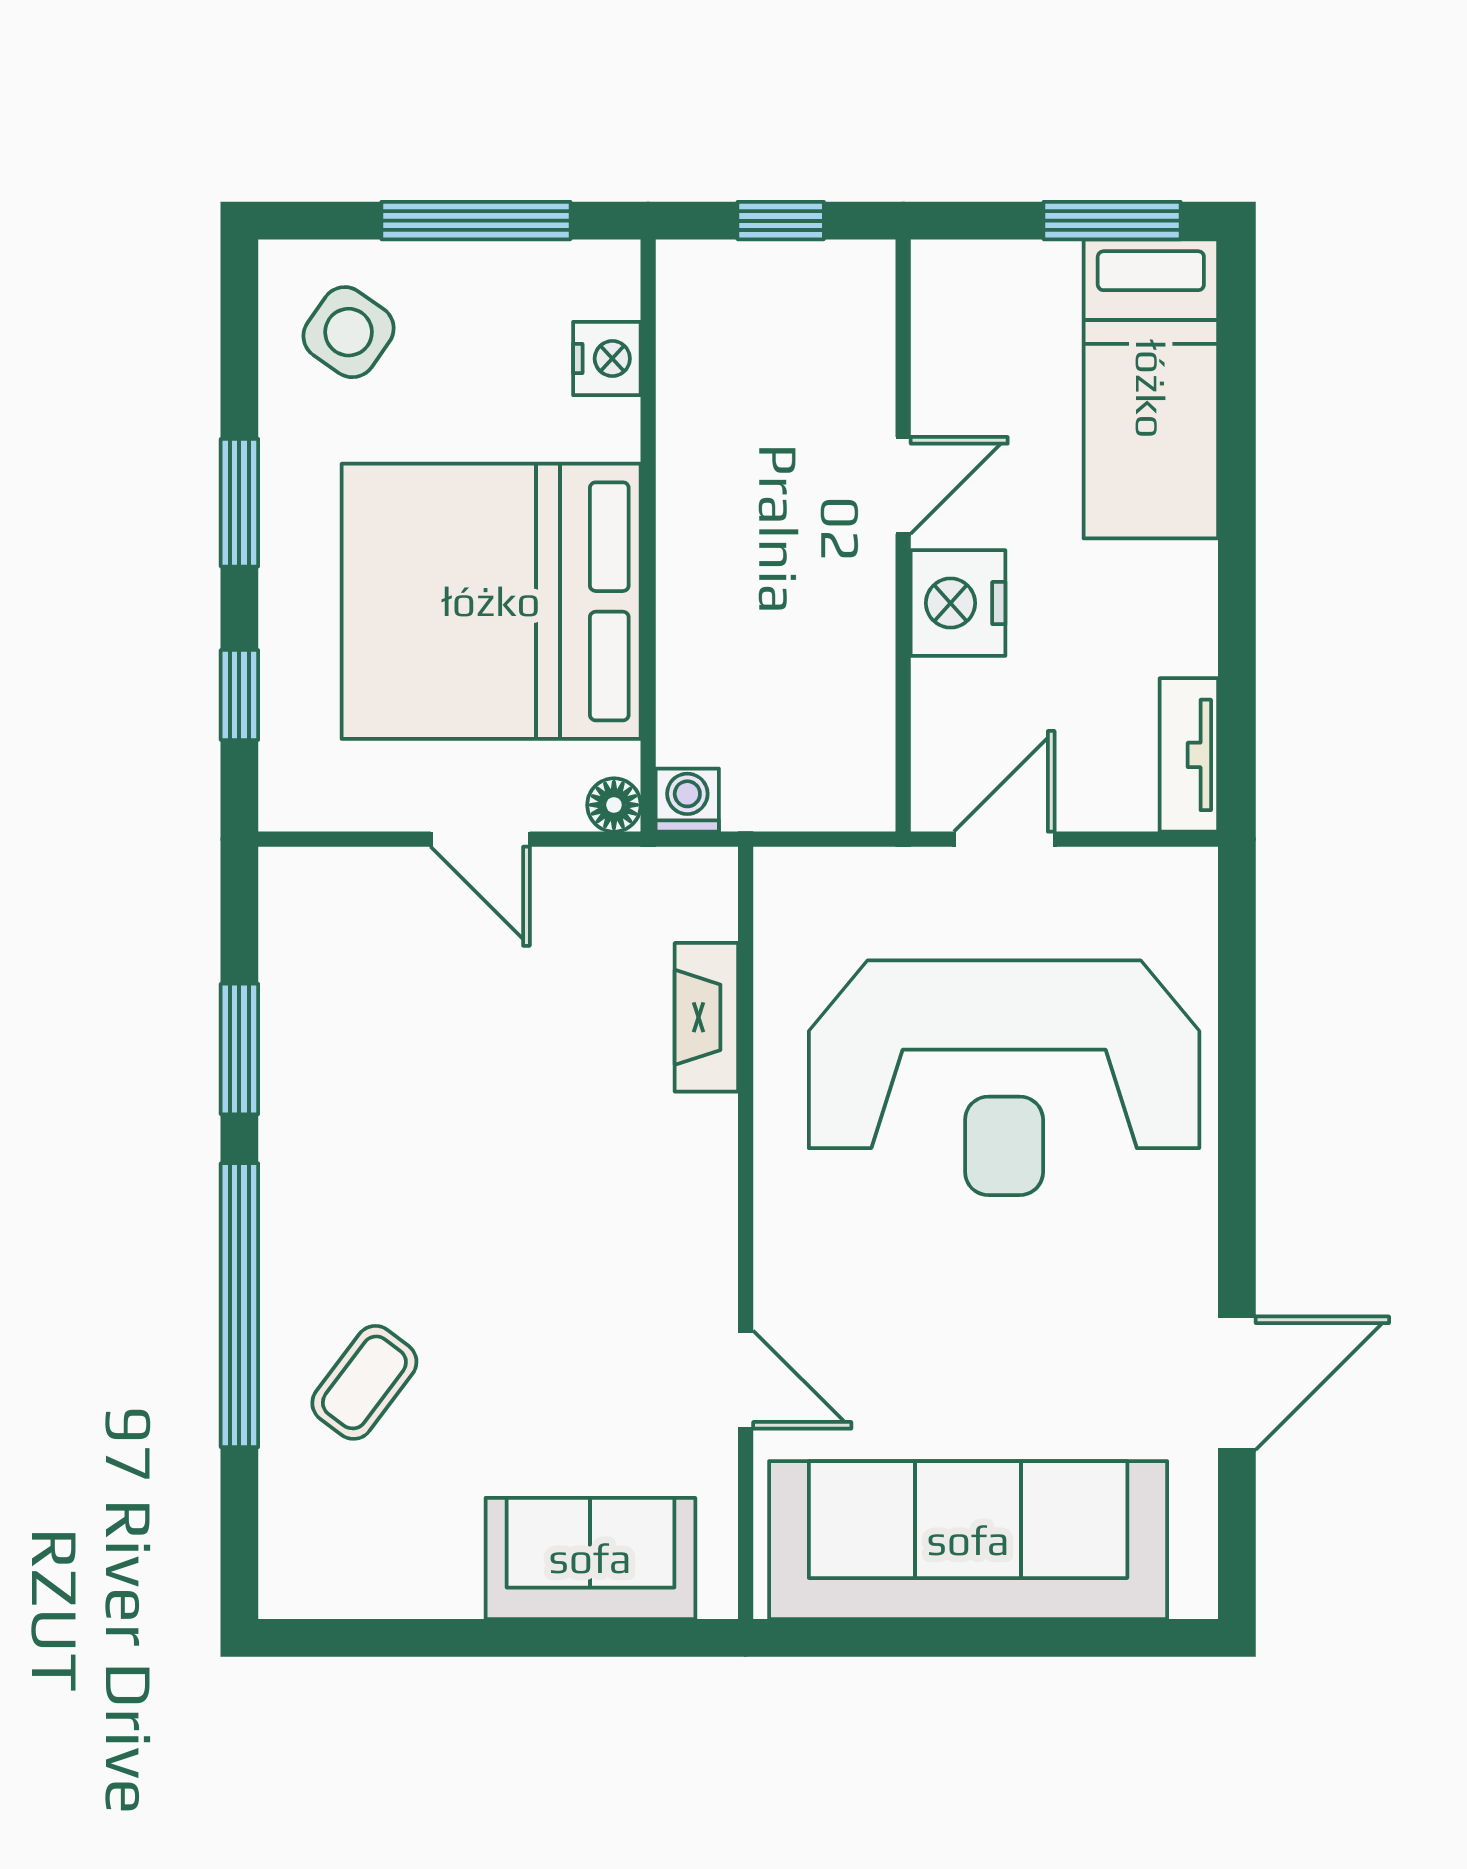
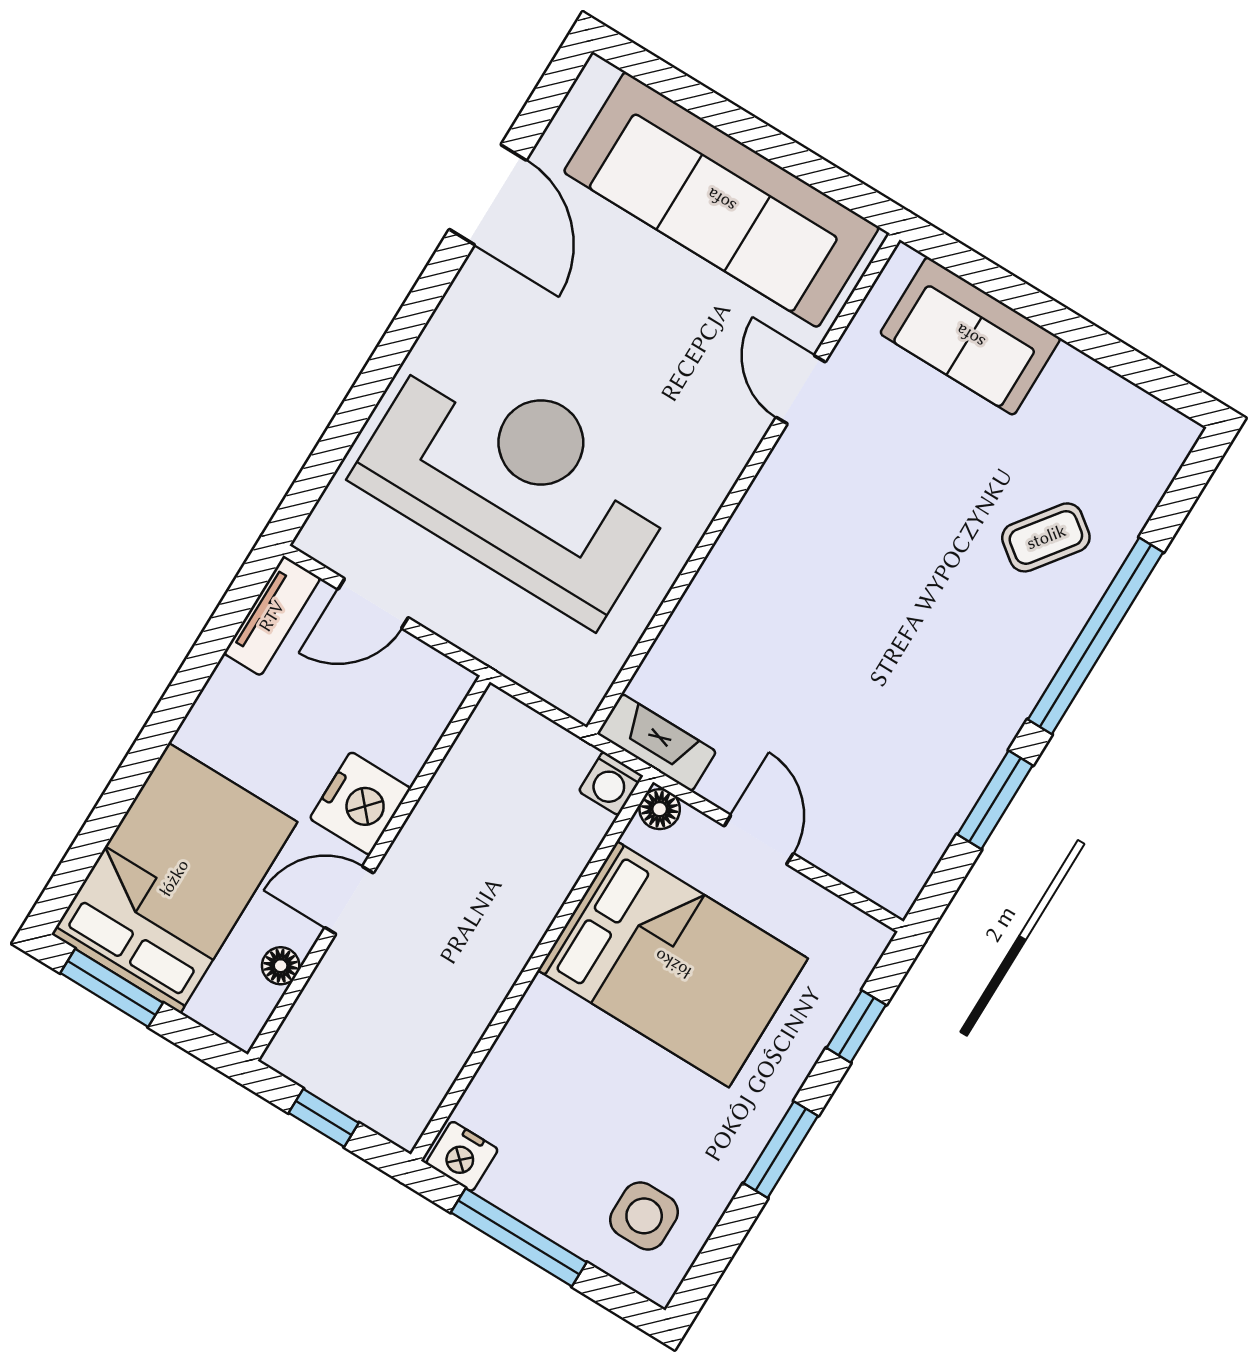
side table: (349, 332) -> (644, 1216), turned -35
nightstand: (607, 359) -> (462, 1156), moved, turned -90
floor lamp: (935, 363) -> (281, 966), added
bed: (1151, 389) -> (174, 878), width x1.50
bed: (491, 601) -> (673, 964), width x0.73
door: (1004, 839) -> (373, 603), moved
fireplace: (706, 1017) -> (657, 743), moved, turned -90
door: (1237, 1383) -> (488, 195), swing flipped

